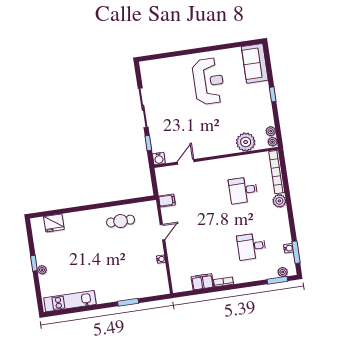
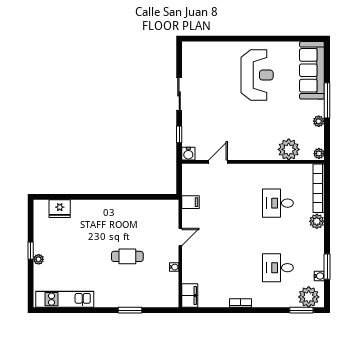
sofa: (255, 63) -> (312, 70), width x1.36
window: (273, 94) -> (327, 100), width x2.17
sliding door: (143, 108) -> (179, 94), width x0.73
plant: (271, 131) -> (319, 121), moved
cafe table: (121, 221) -> (127, 256), moved
window: (296, 252) -> (327, 267), moved
plant: (283, 272) -> (309, 297), width x1.88, depth x1.88
filing cabinet: (202, 282) -> (190, 296), moved, turned 90

